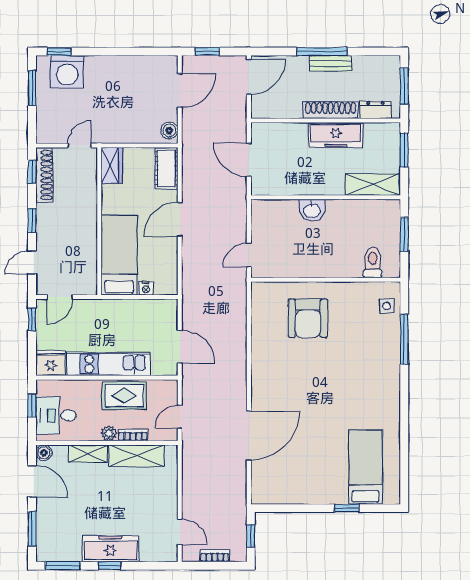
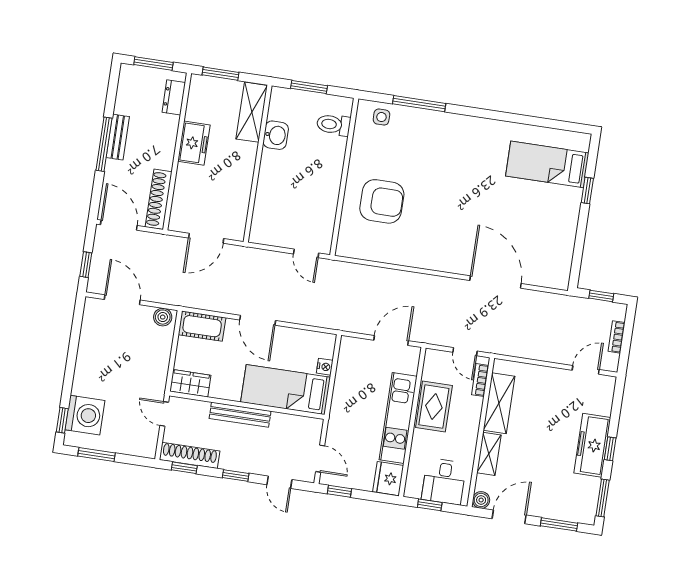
shoe rack: (331, 110) -> (159, 199), moved
freezer: (336, 135) -> (194, 143), width x0.71
washbasin: (312, 210) -> (276, 135), moved
bench: (89, 216) -> (240, 415), added
plant: (109, 433) -> (471, 429), removed
bookcase: (133, 435) -> (480, 380), moved

